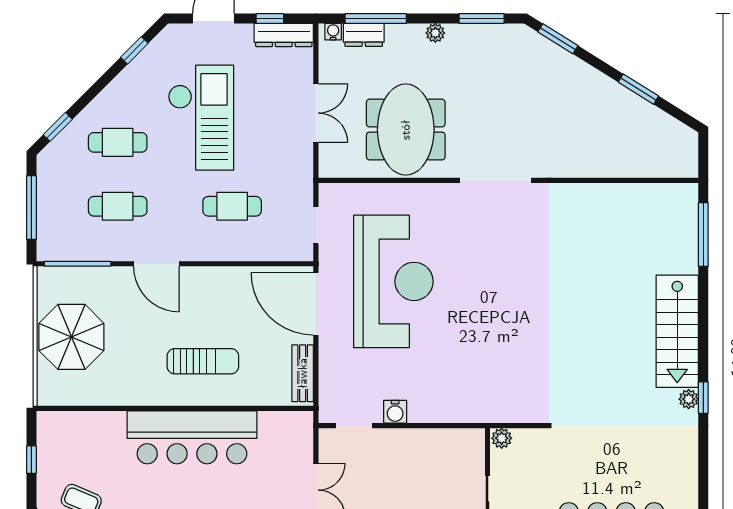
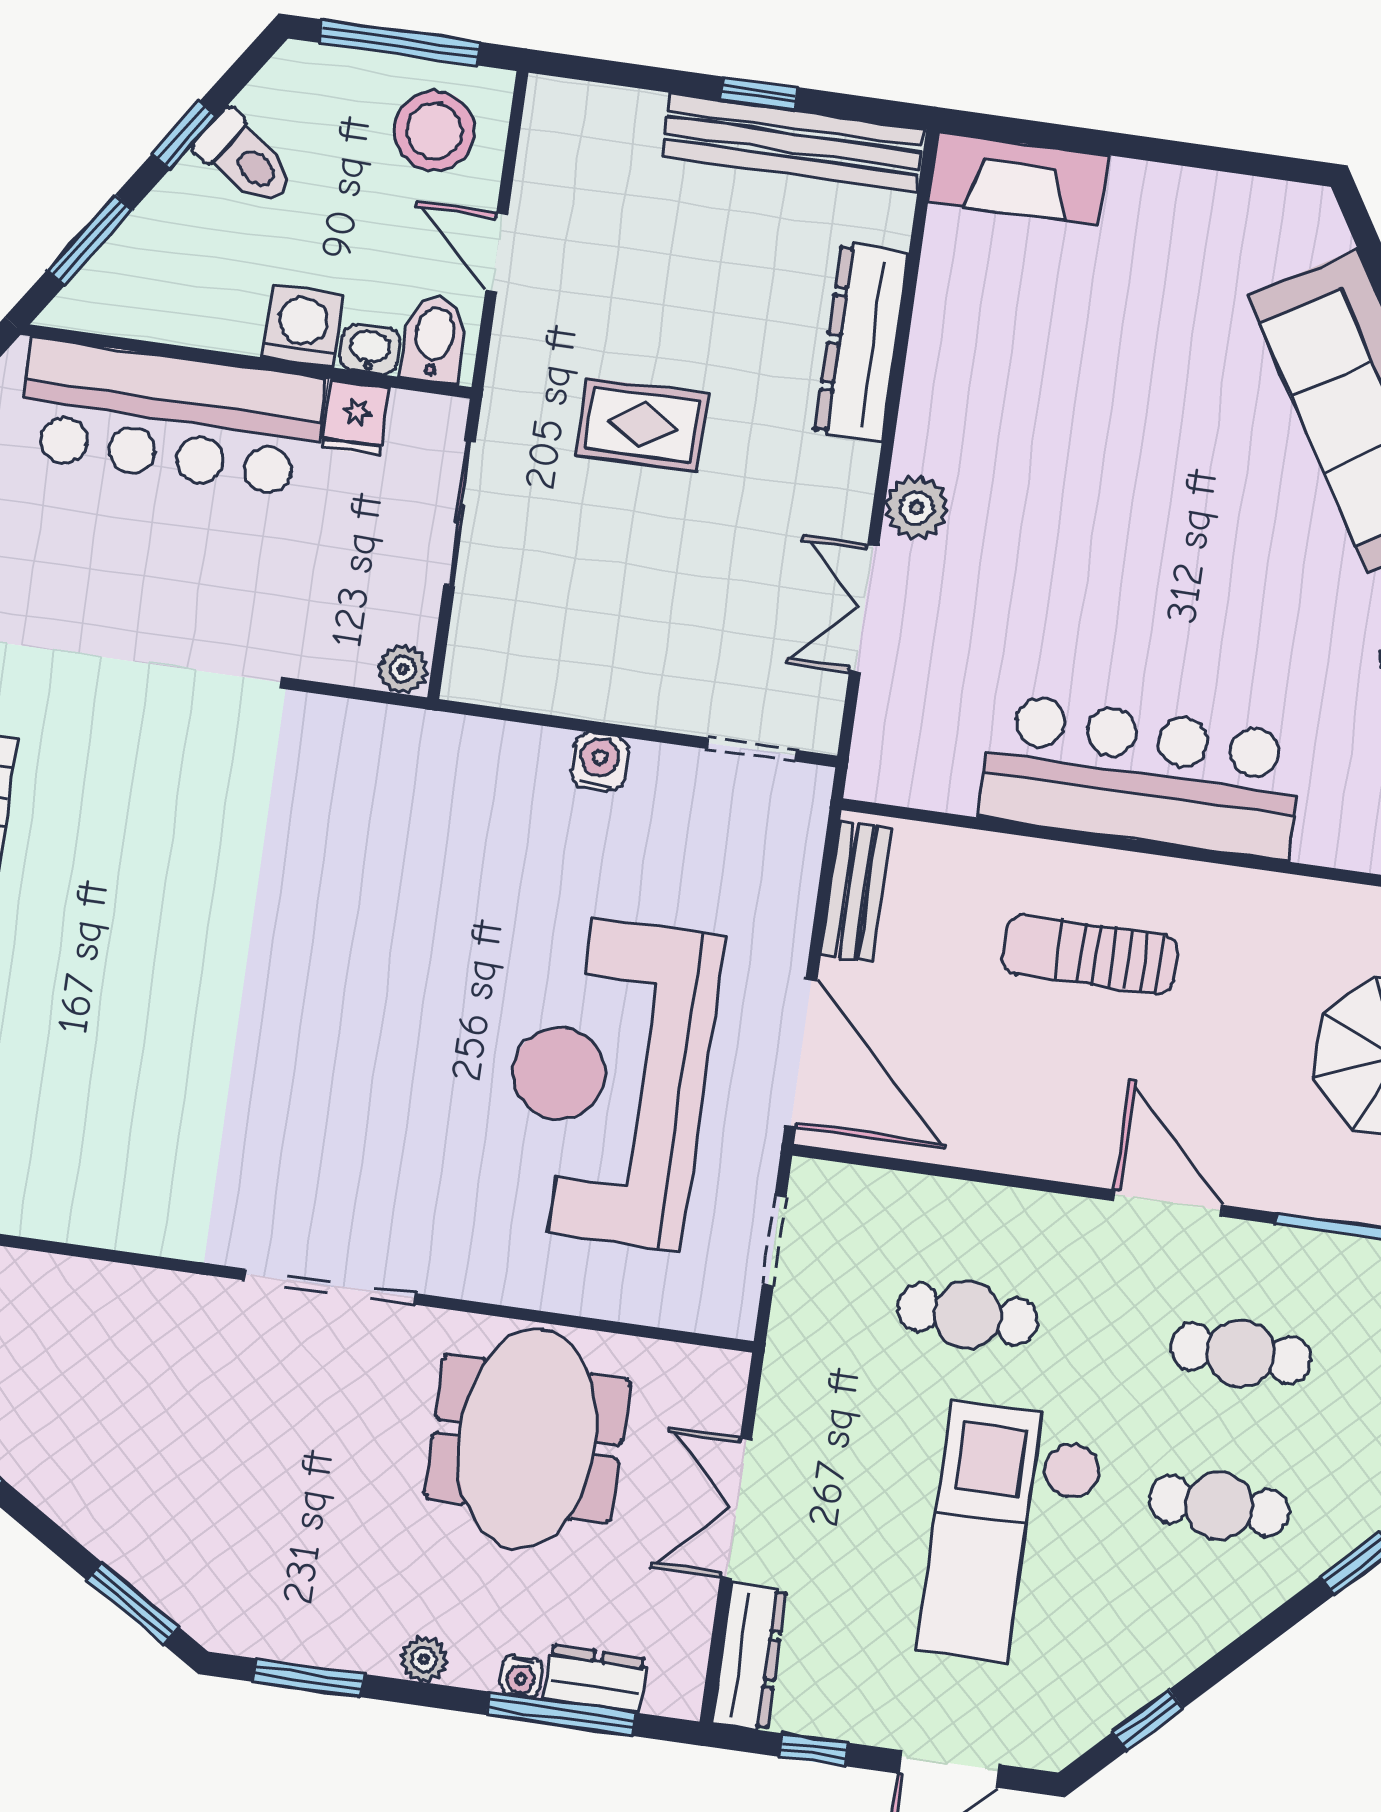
water cooler: (333, 32) -> (521, 1676), moved
dresser: (284, 35) -> (749, 1656), moved, turned 90
water cooler: (395, 412) -> (599, 762), moved

